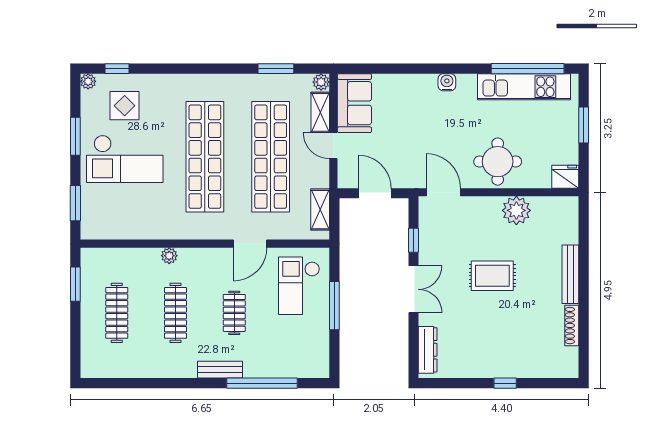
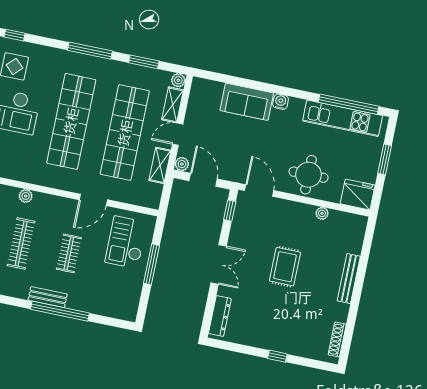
window: (210, 69) -> (90, 51), added
sofa: (354, 103) -> (247, 102), moved, turned 90
door: (333, 146) -> (178, 134), hinge flipped
fridge: (565, 177) -> (358, 194), width x1.36, depth x1.34
plant: (346, 180) -> (182, 164), added
shelving: (320, 210) -> (160, 165), moved
plant: (516, 210) -> (322, 213), width x0.53, depth x0.53
window: (414, 240) -> (230, 211), moved
rug: (492, 276) -> (285, 267), turned 90
shoe rack: (572, 325) -> (337, 339), moved
window: (262, 383) -> (60, 311), moved

